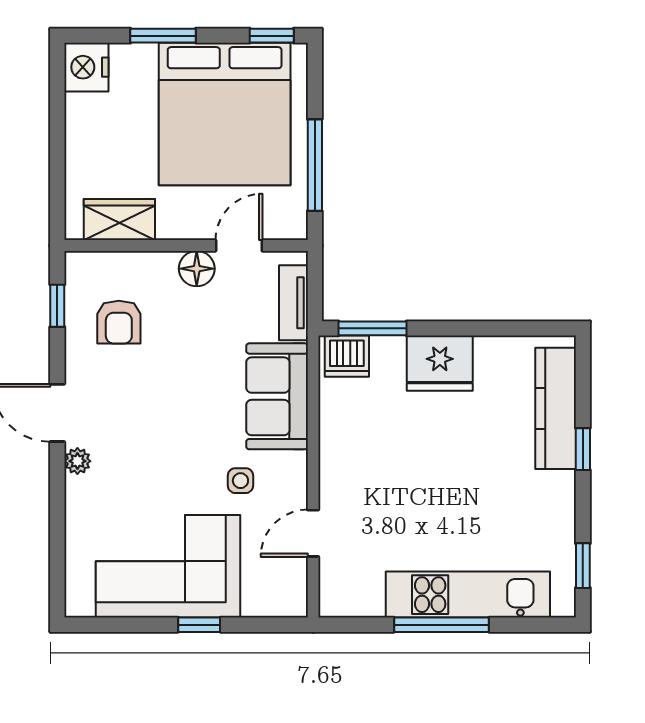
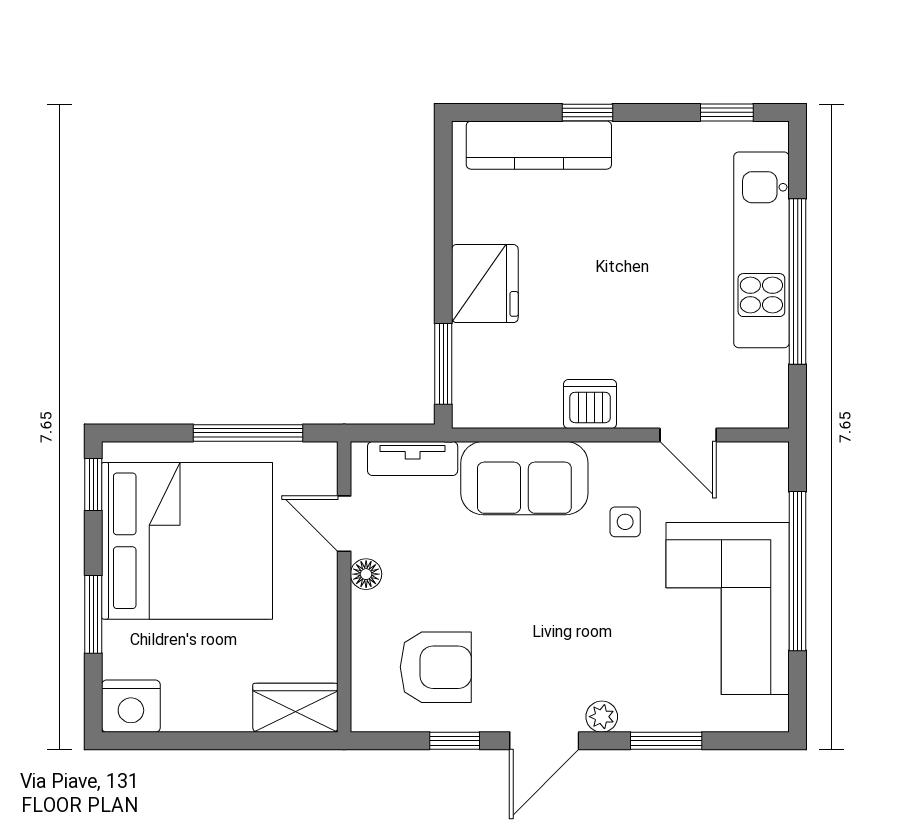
wardrobe: (119, 220) -> (295, 708), moved, turned 90
floor lamp: (197, 269) -> (366, 574), width x0.73, depth x0.73
window: (57, 306) -> (455, 741), moved
armchair: (119, 322) -> (436, 667), width x1.38, depth x1.38
dishwasher: (347, 356) -> (590, 404), moved, turned -90
window: (57, 515) -> (666, 741), added
window: (199, 625) -> (798, 571), width x3.17
window: (441, 625) -> (798, 282), width x1.46

